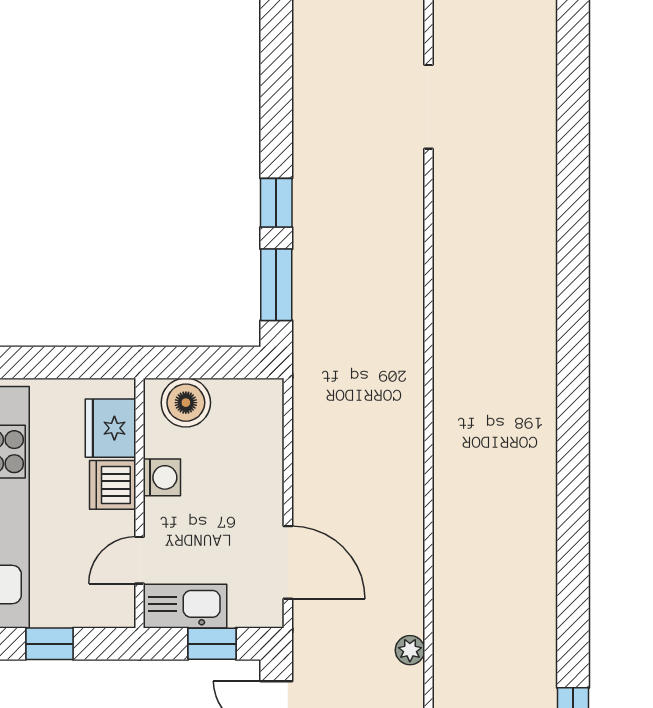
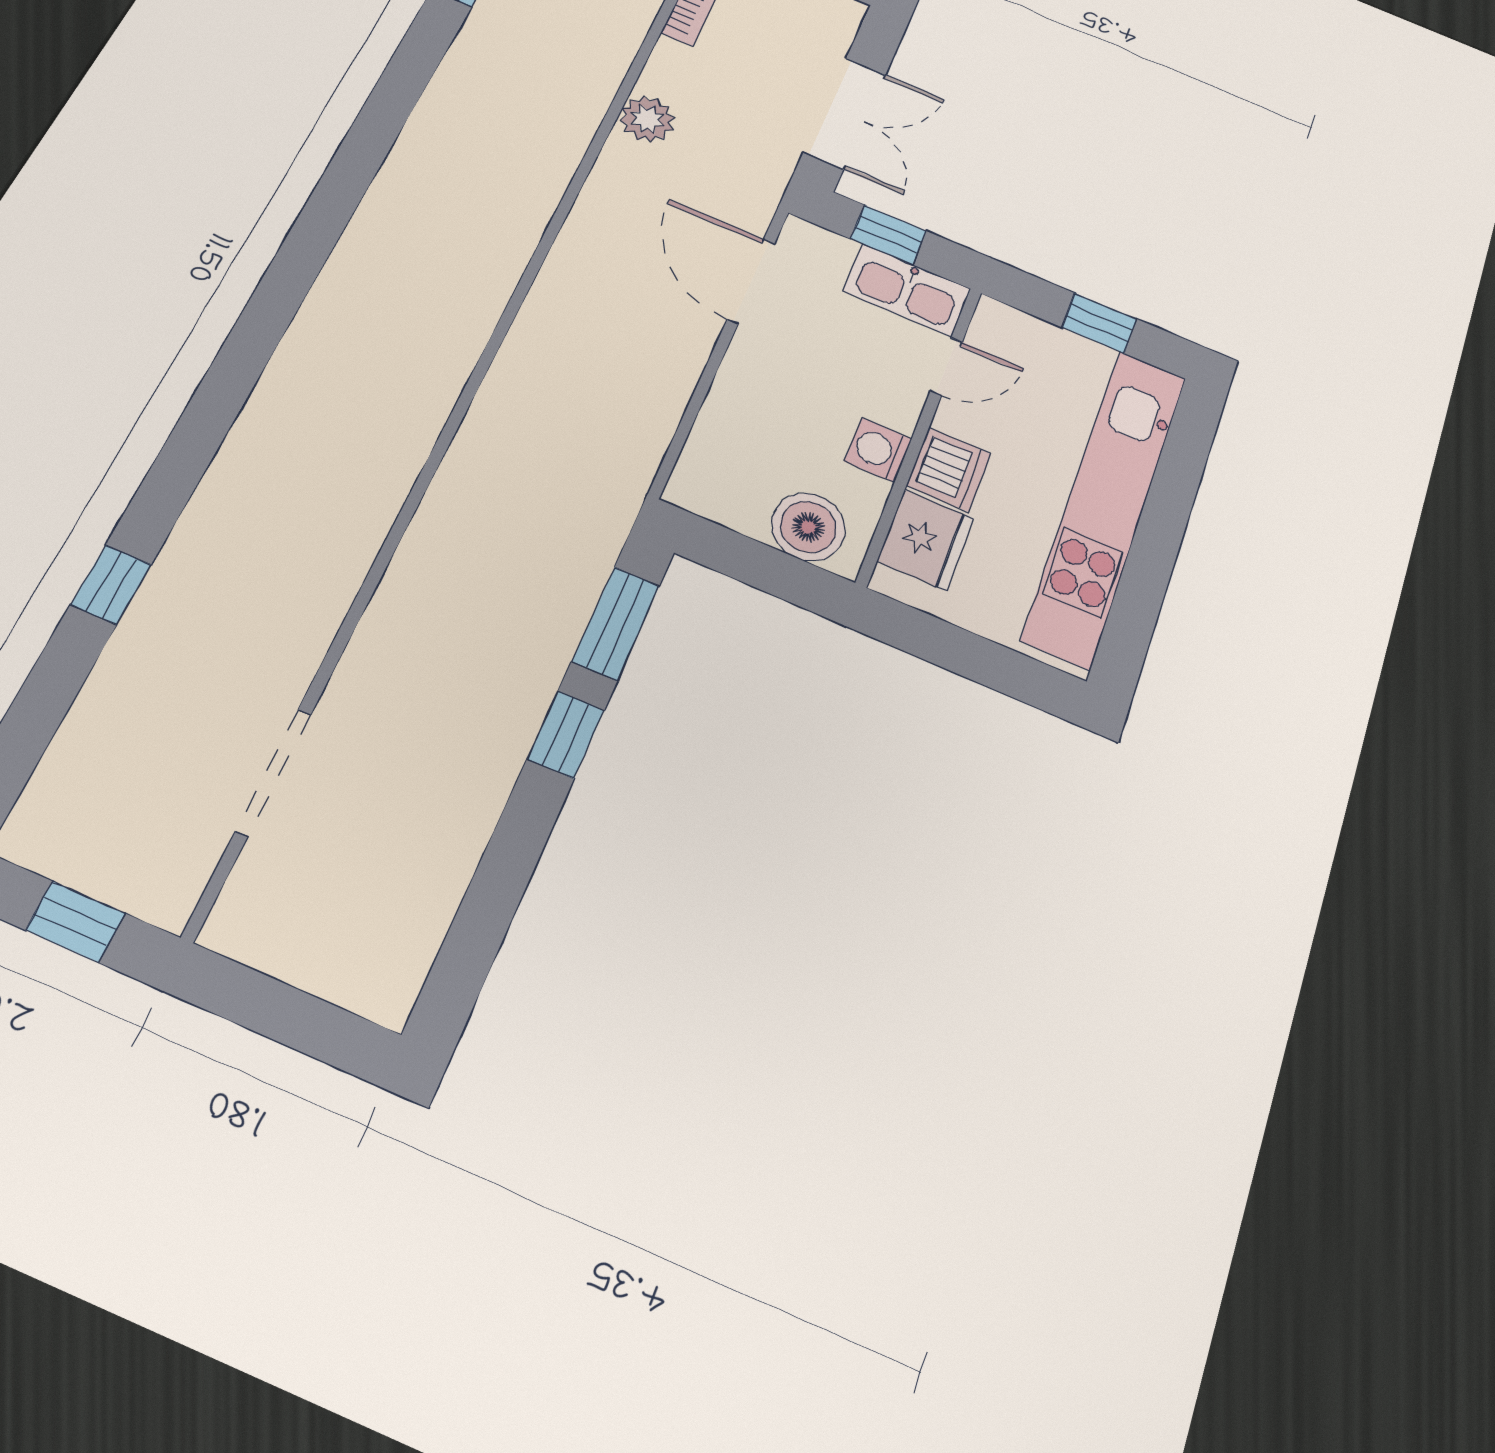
window: (573, 175) -> (111, 585), added
plant: (410, 650) -> (647, 119), width x1.38, depth x1.38

